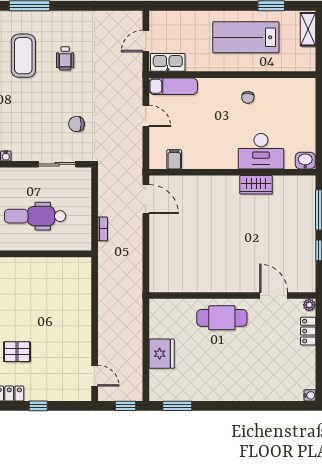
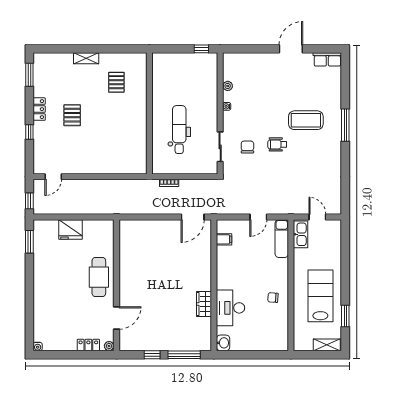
wheelchair: (65, 58) -> (277, 144), moved
chair: (76, 124) -> (247, 147), moved

